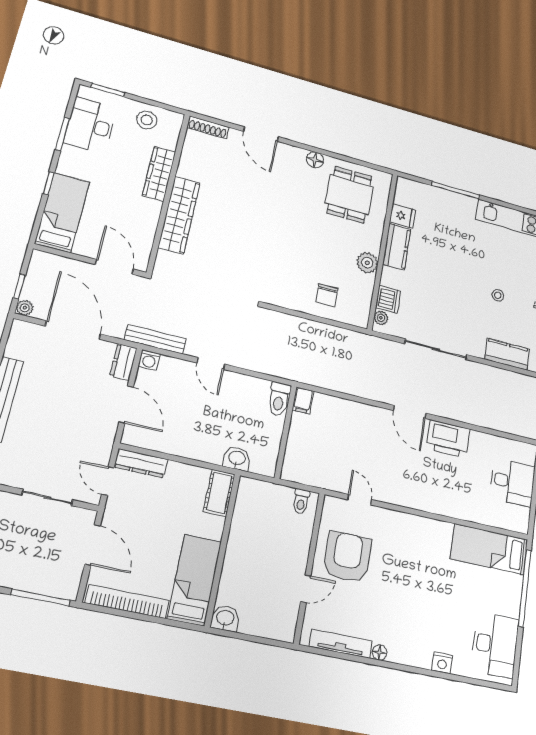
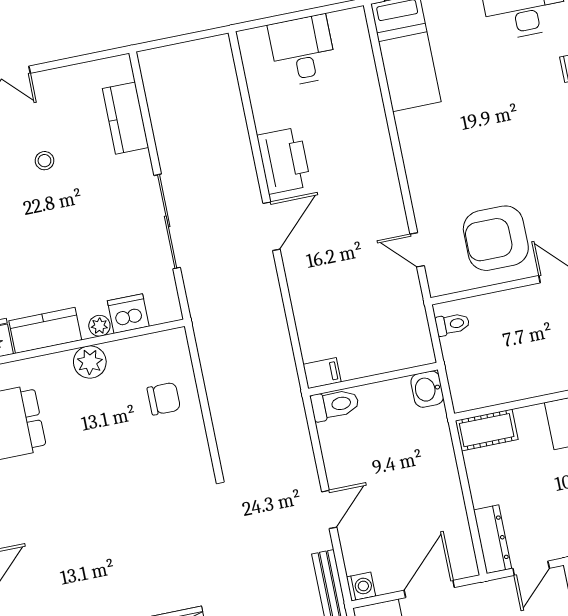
plant: (381, 318) -> (99, 326), moved
washbasin: (237, 458) -> (427, 389), moved
door: (360, 500) -> (417, 250), hinge flipped

